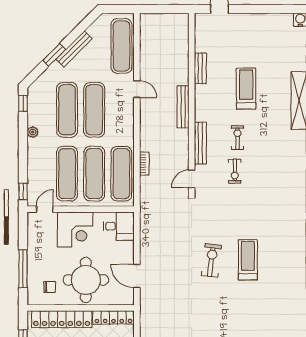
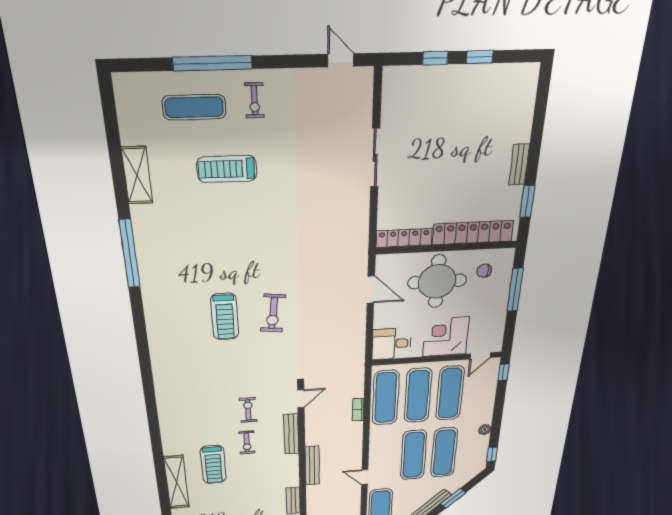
treadmill: (246, 89) -> (213, 465), moved

